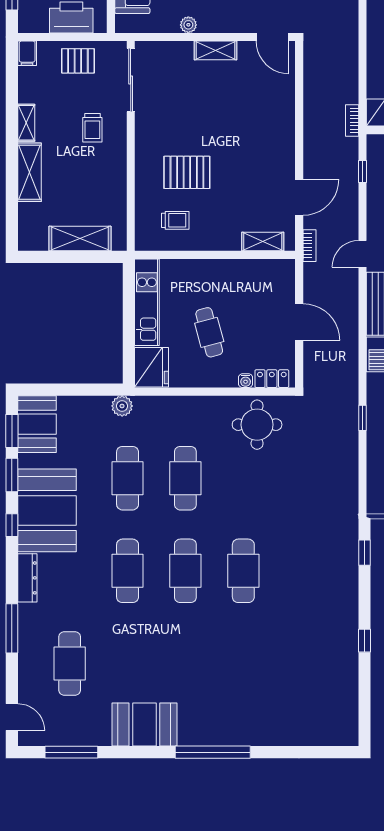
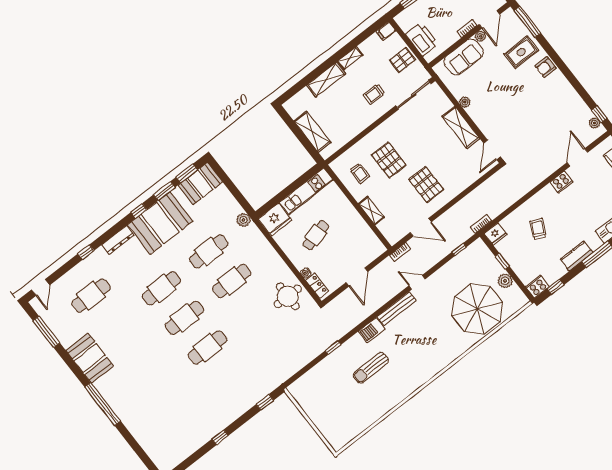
shelving: (216, 50) -> (461, 127), width x1.50, depth x1.33
pallet: (78, 61) -> (402, 60), turned 90
pallet: (252, 150) -> (426, 185), added
shelving: (263, 242) -> (371, 211), moved
window: (12, 628) -> (86, 252), width x0.46

